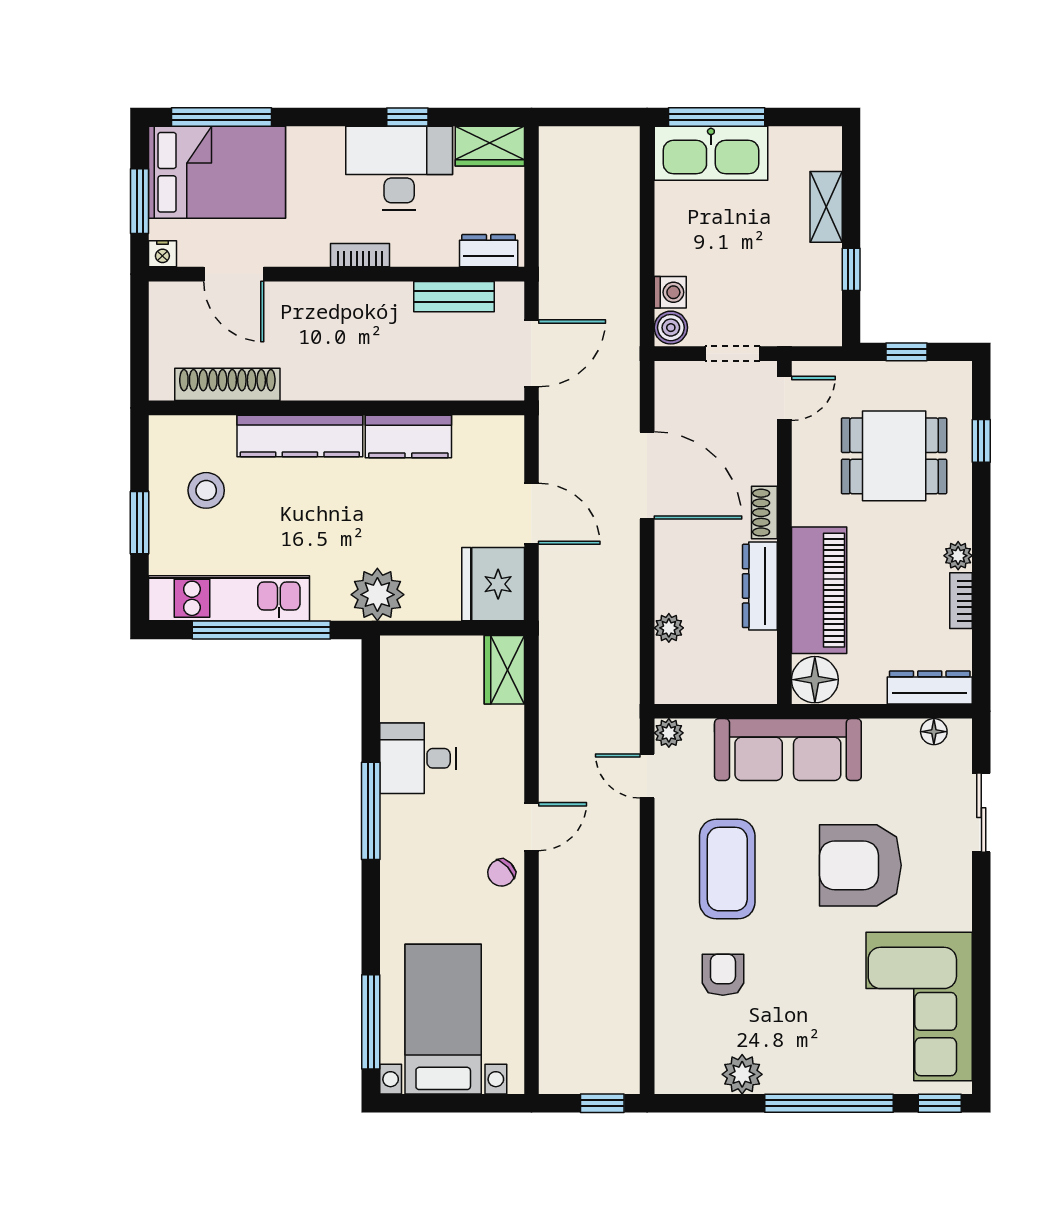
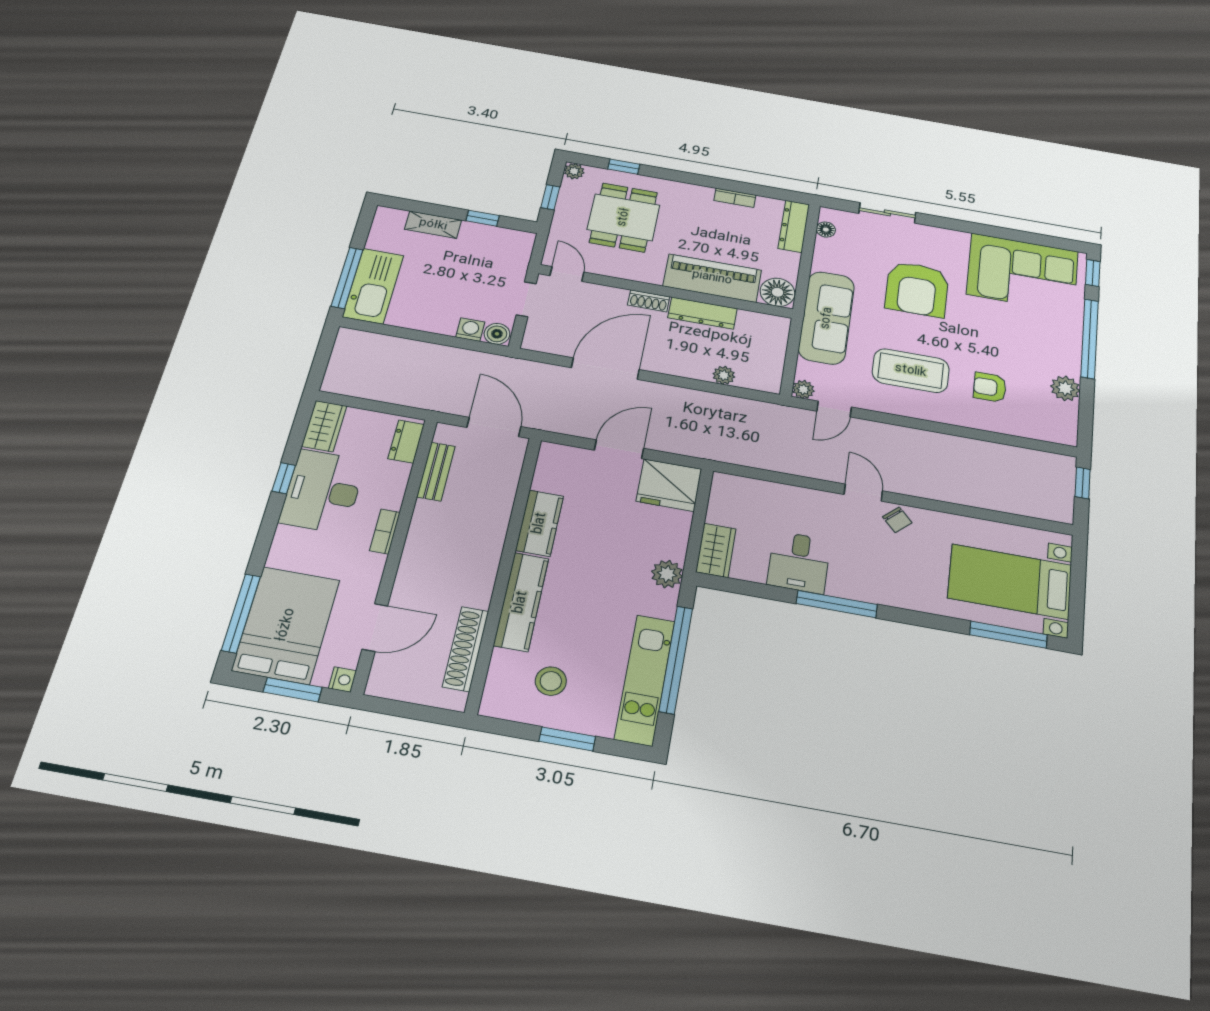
plant: (958, 556) -> (574, 171), moved
plant: (377, 595) -> (667, 574), width x0.73, depth x0.73
wardrobe: (504, 670) -> (716, 550), moved, turned -90

